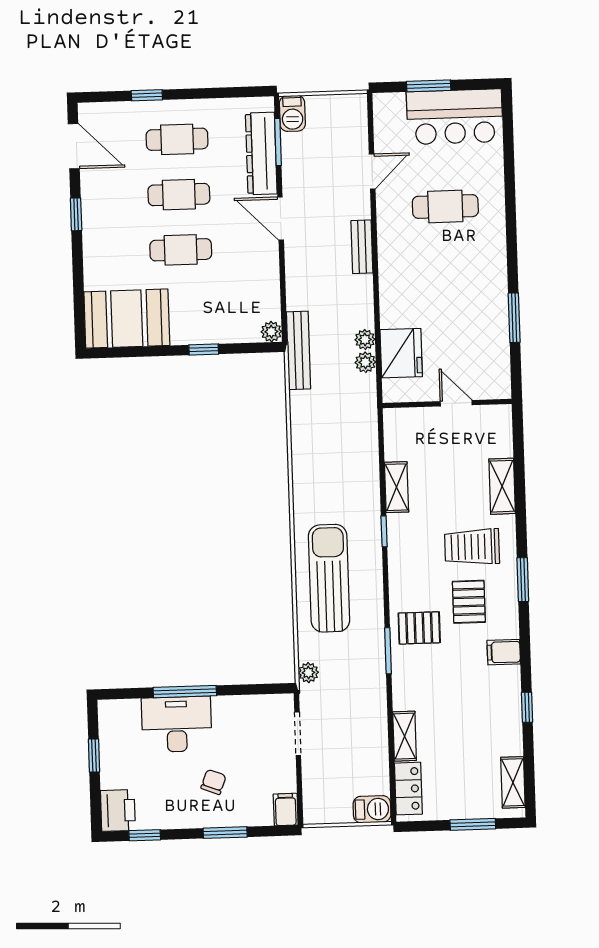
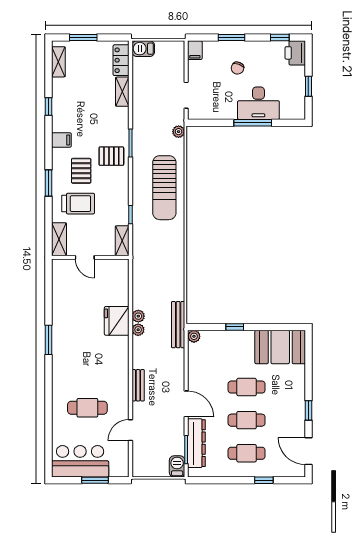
wall: (447, 403) -> (90, 257), moved
door: (456, 403) -> (85, 257), moved

